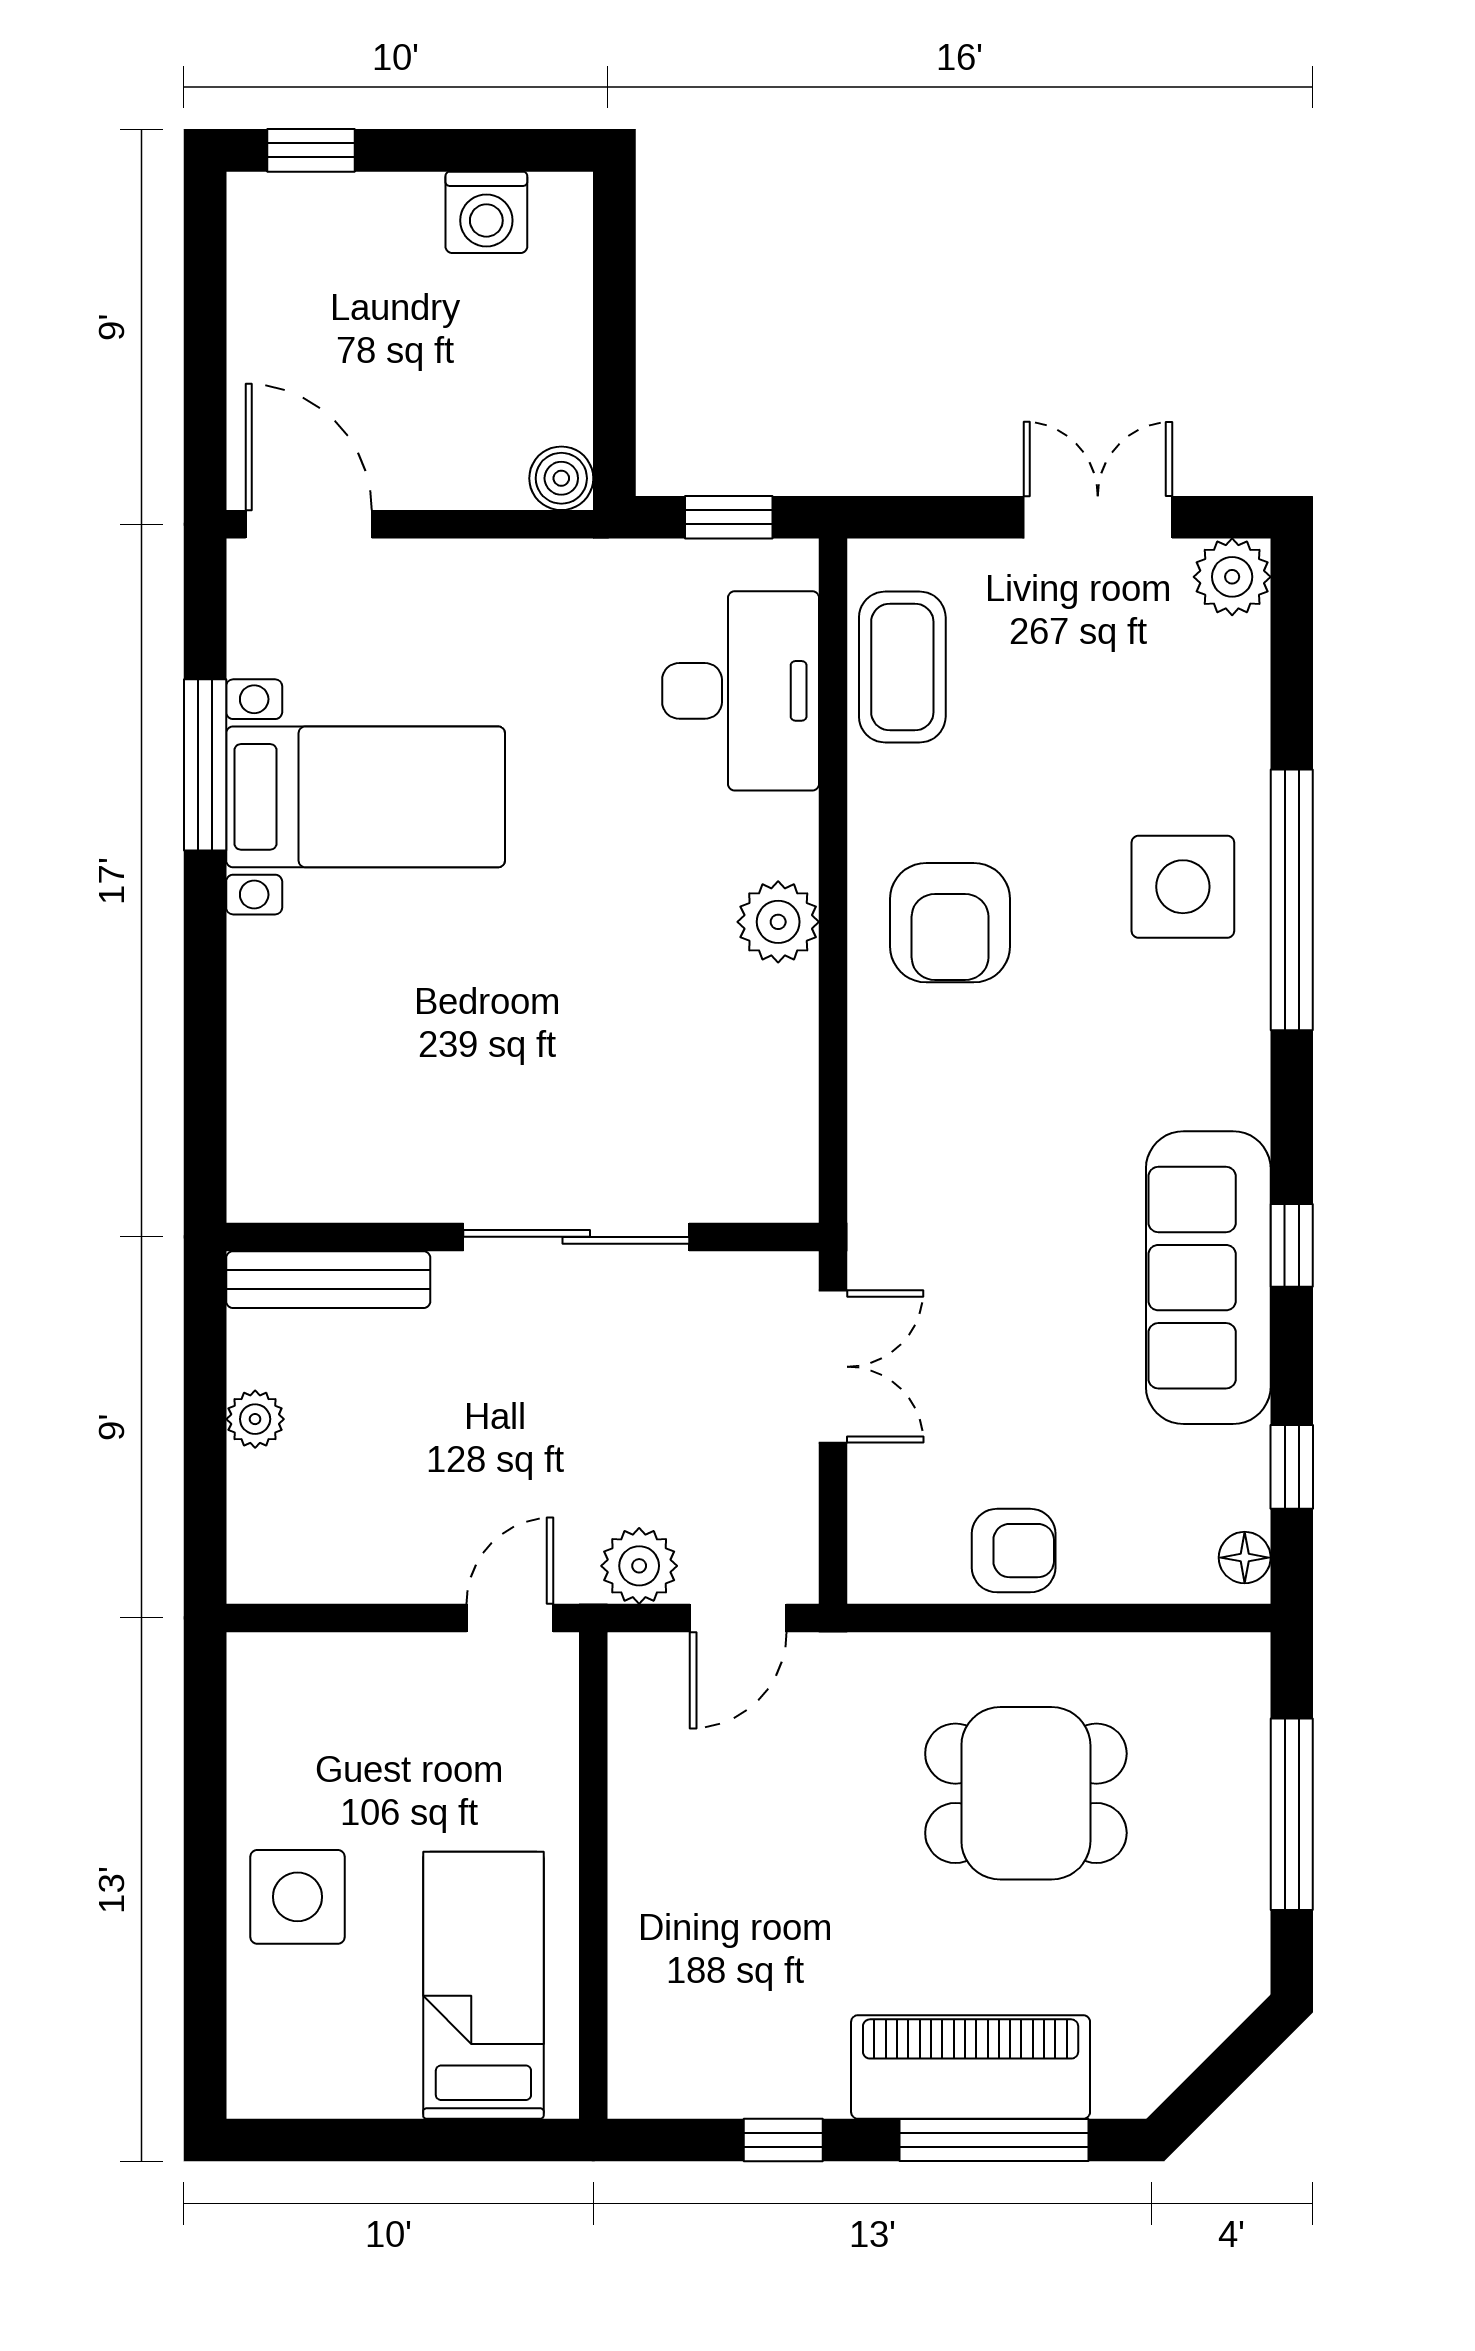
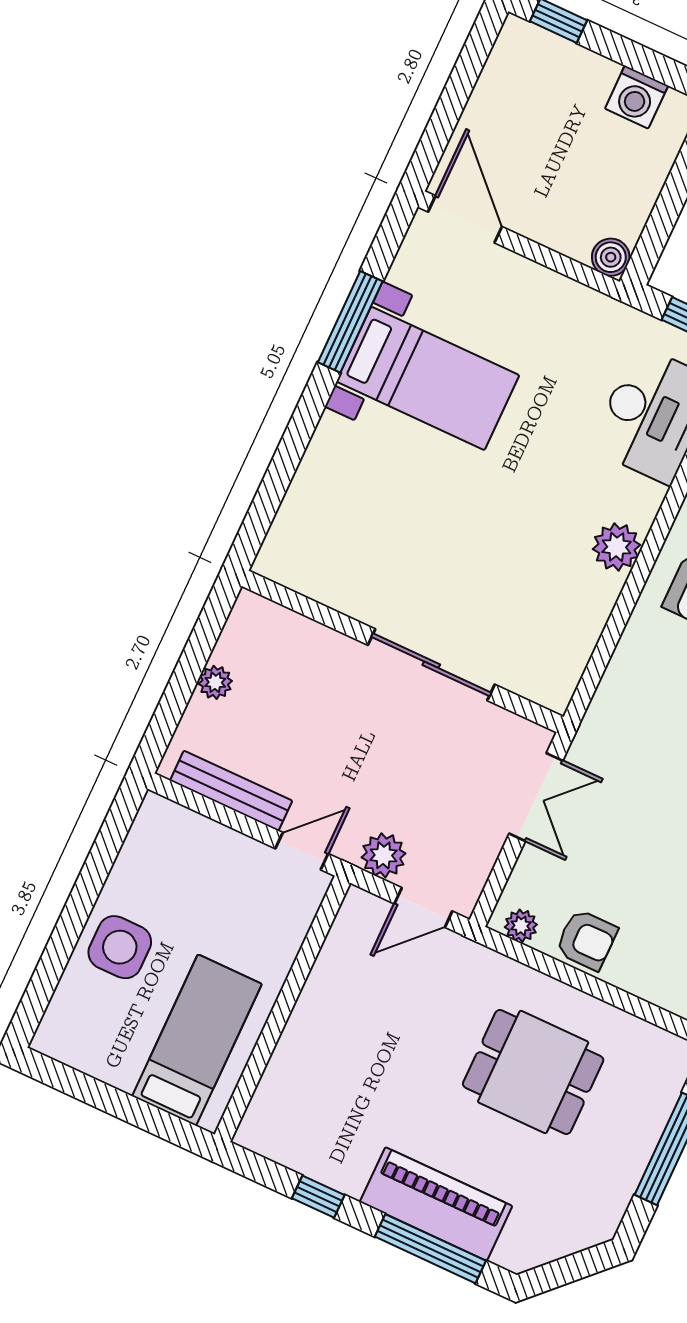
bench: (328, 1280) -> (231, 791), moved
plant: (902, 1576) -> (521, 926), added

